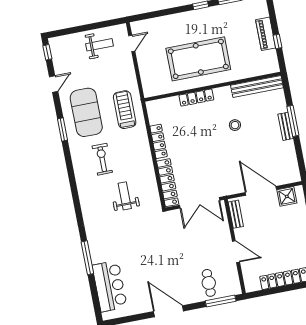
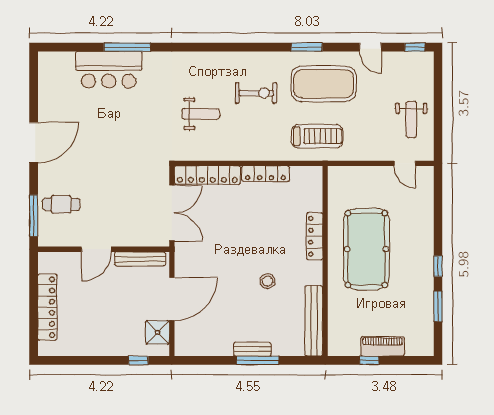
double door: (200, 203) -> (172, 213), swing flipped
bench: (236, 214) -> (140, 259), width x1.36
bar counter: (110, 286) -> (109, 70), moved

